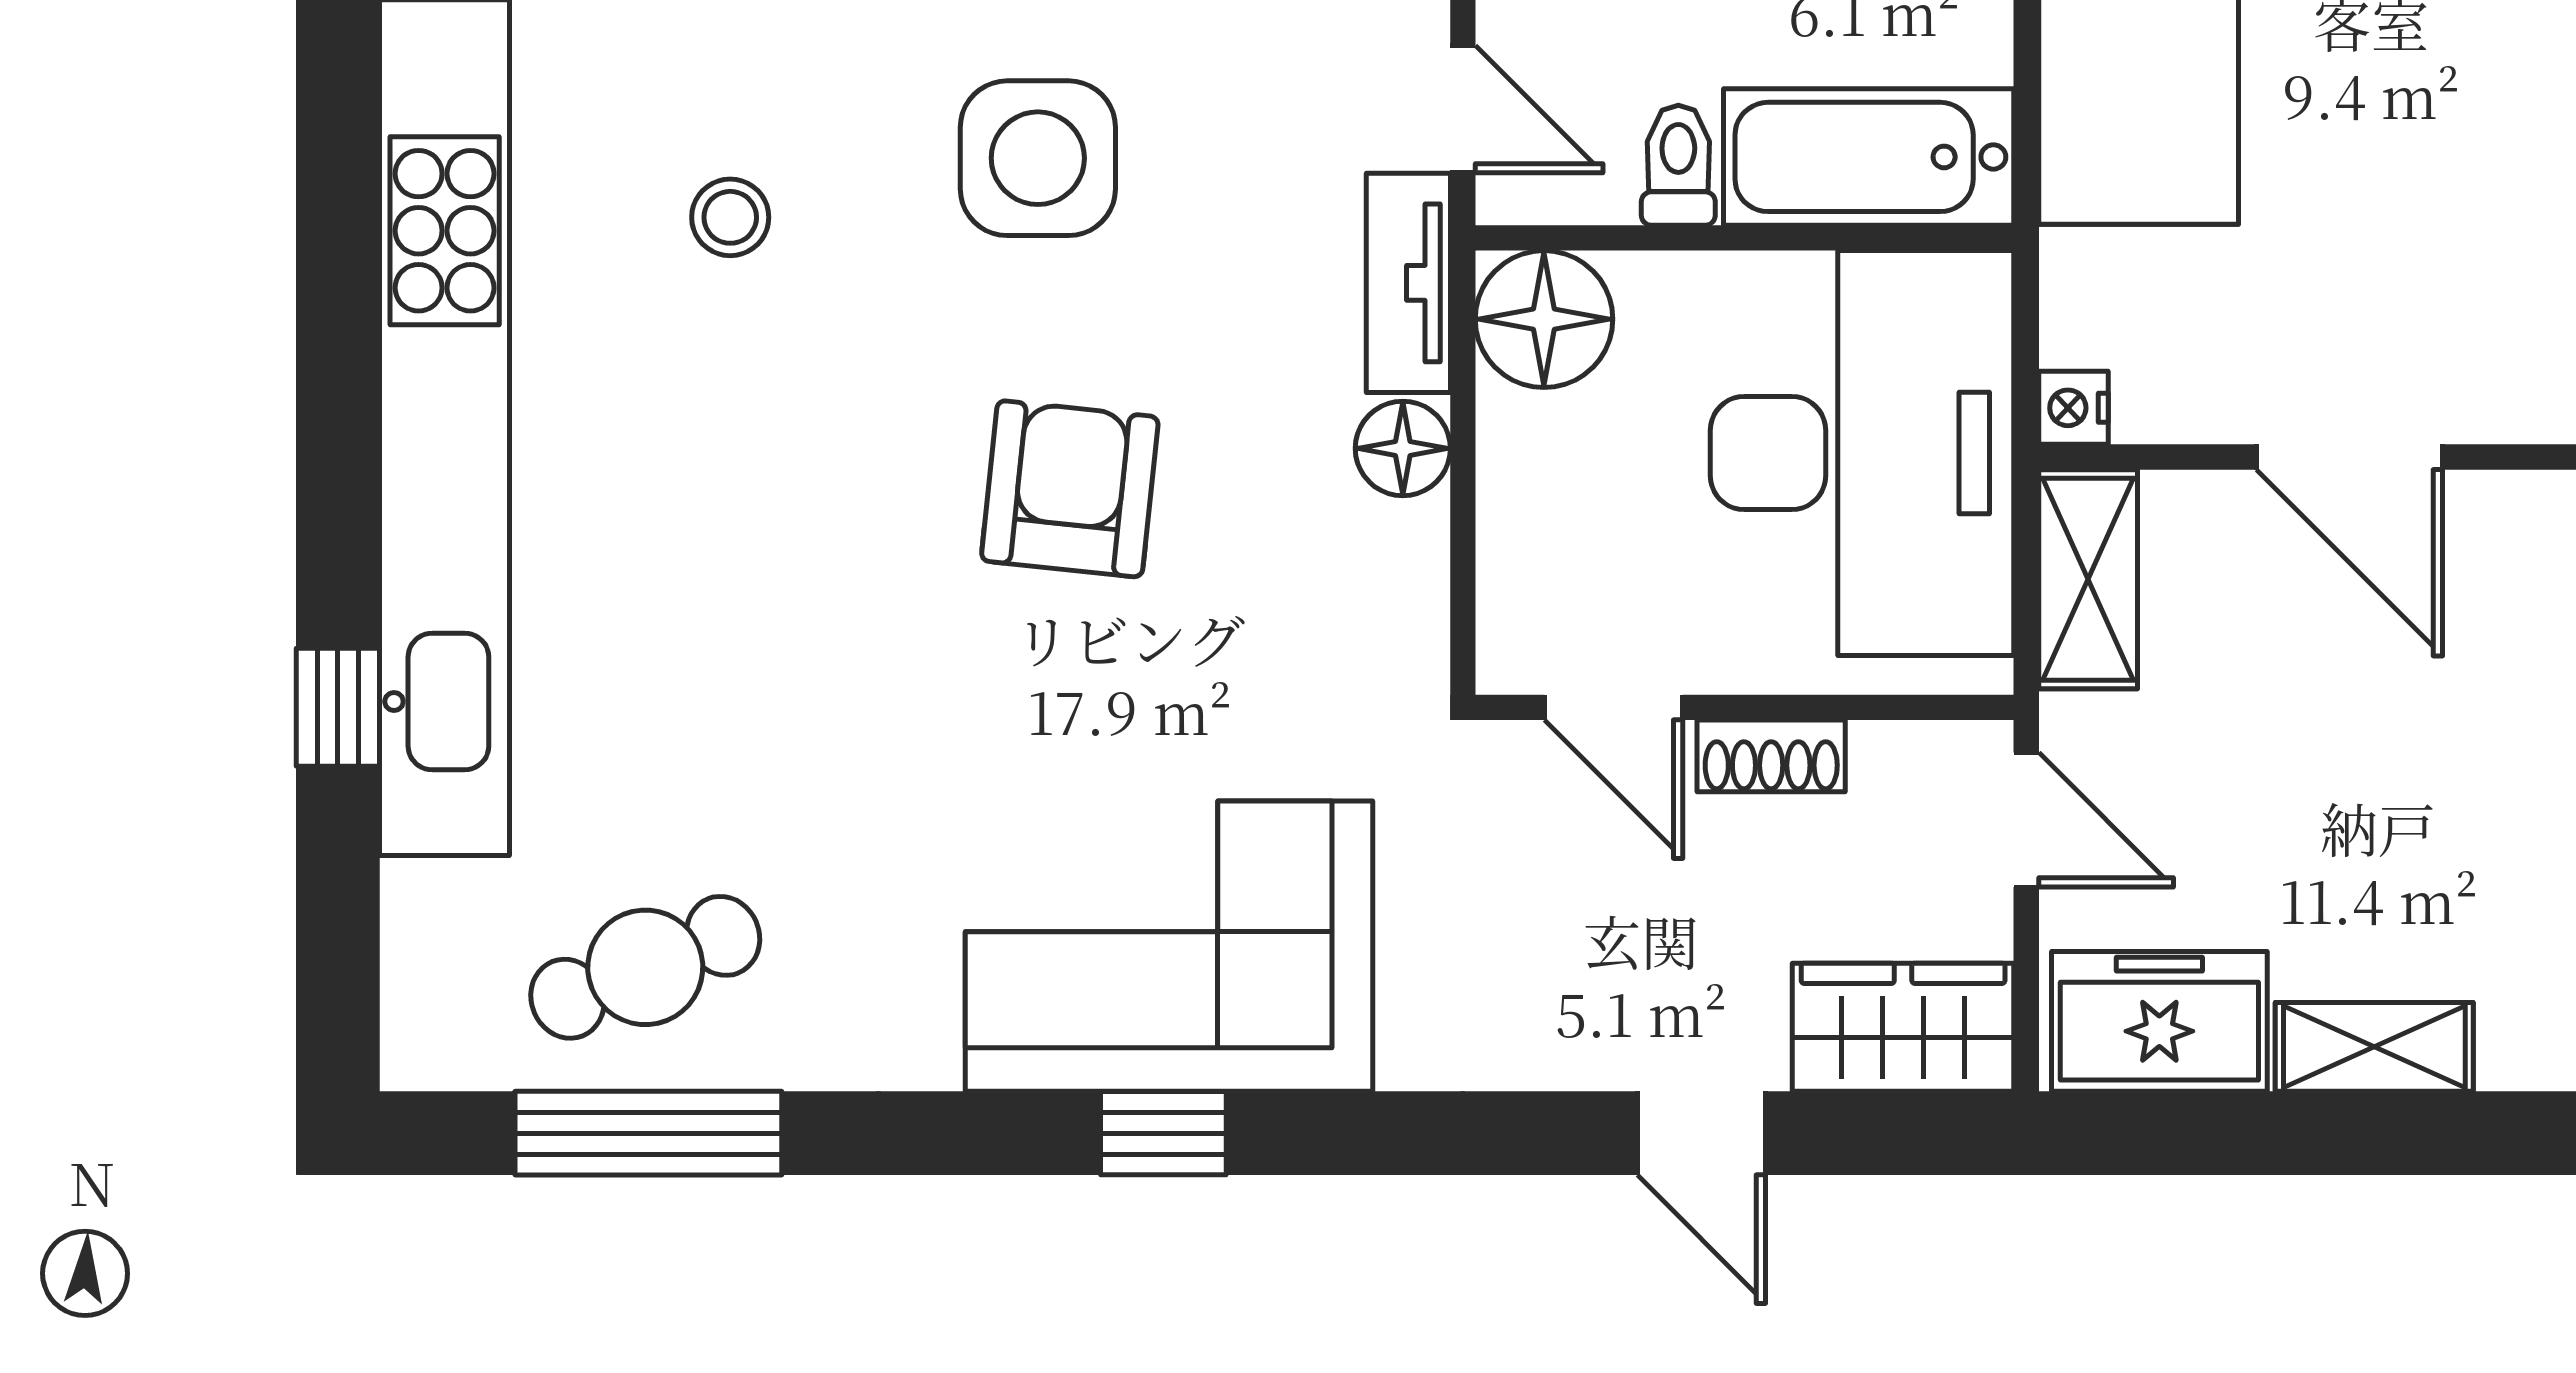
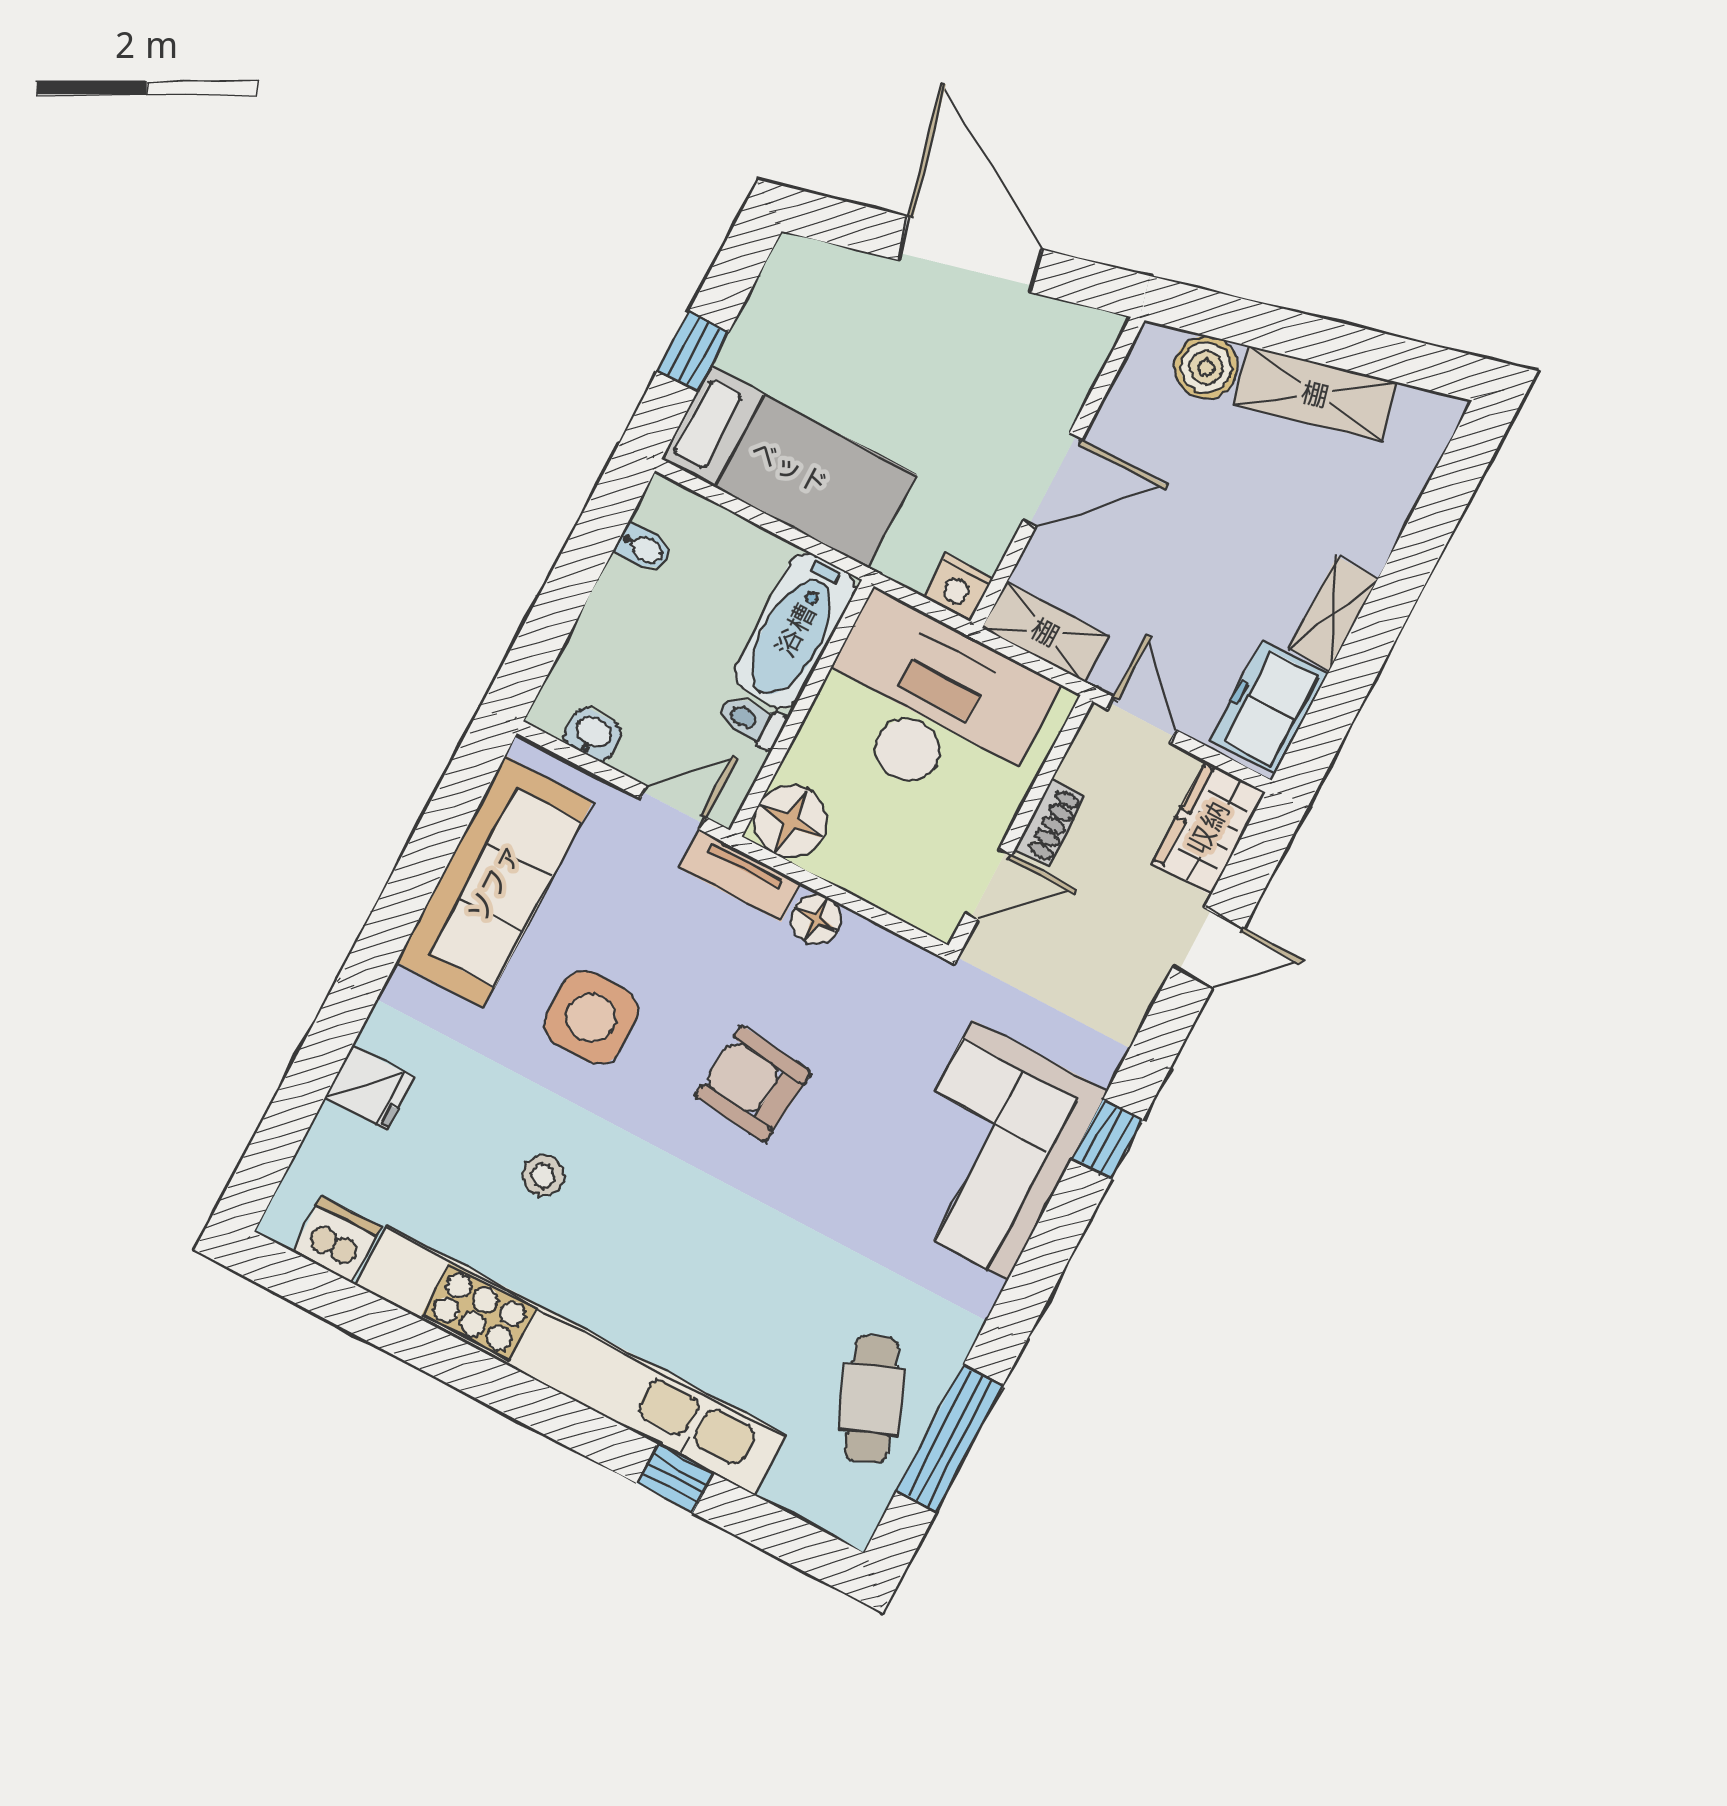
nightstand: (2073, 408) -> (958, 587), width x1.39, depth x1.35
door: (2026, 820) -> (1142, 720), hinge flipped
window: (1163, 1133) -> (1107, 1139), moved

